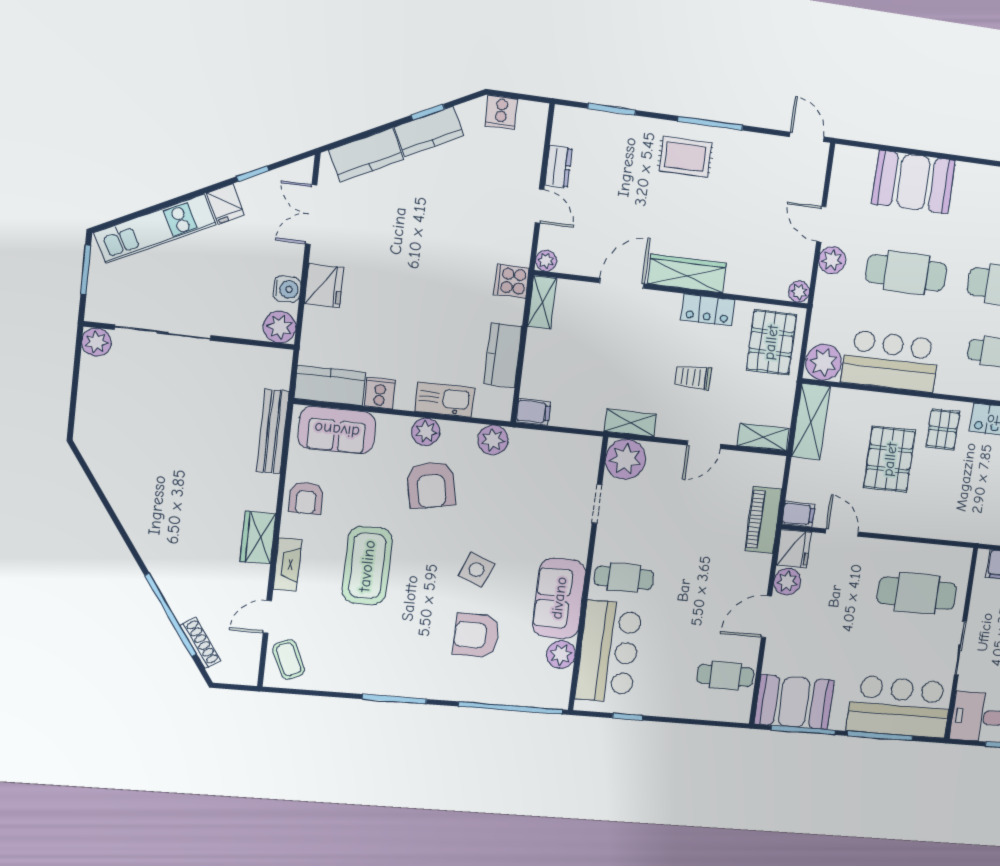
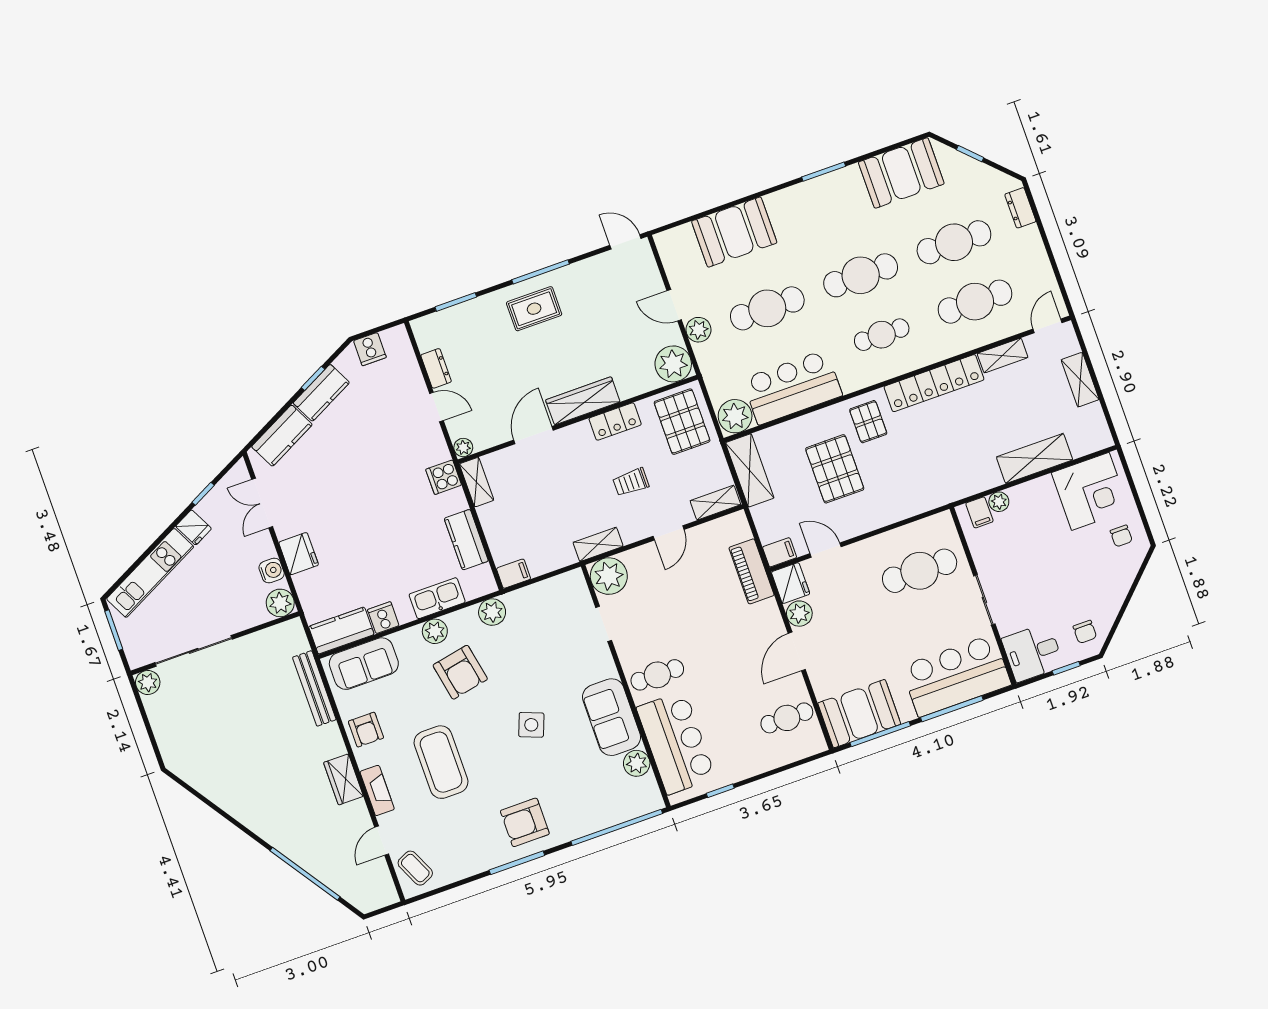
plant: (799, 292) -> (673, 364), width x1.87, depth x1.87
armchair: (476, 635) -> (525, 822), moved
shoe rack: (200, 643) -> (339, 886), removed

